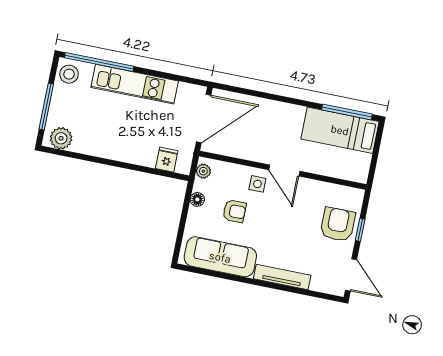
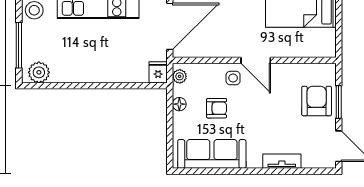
fridge: (167, 160) -> (158, 72), moved
window: (360, 230) -> (339, 102), width x1.50
tv unit: (282, 277) -> (282, 161), width x0.71

